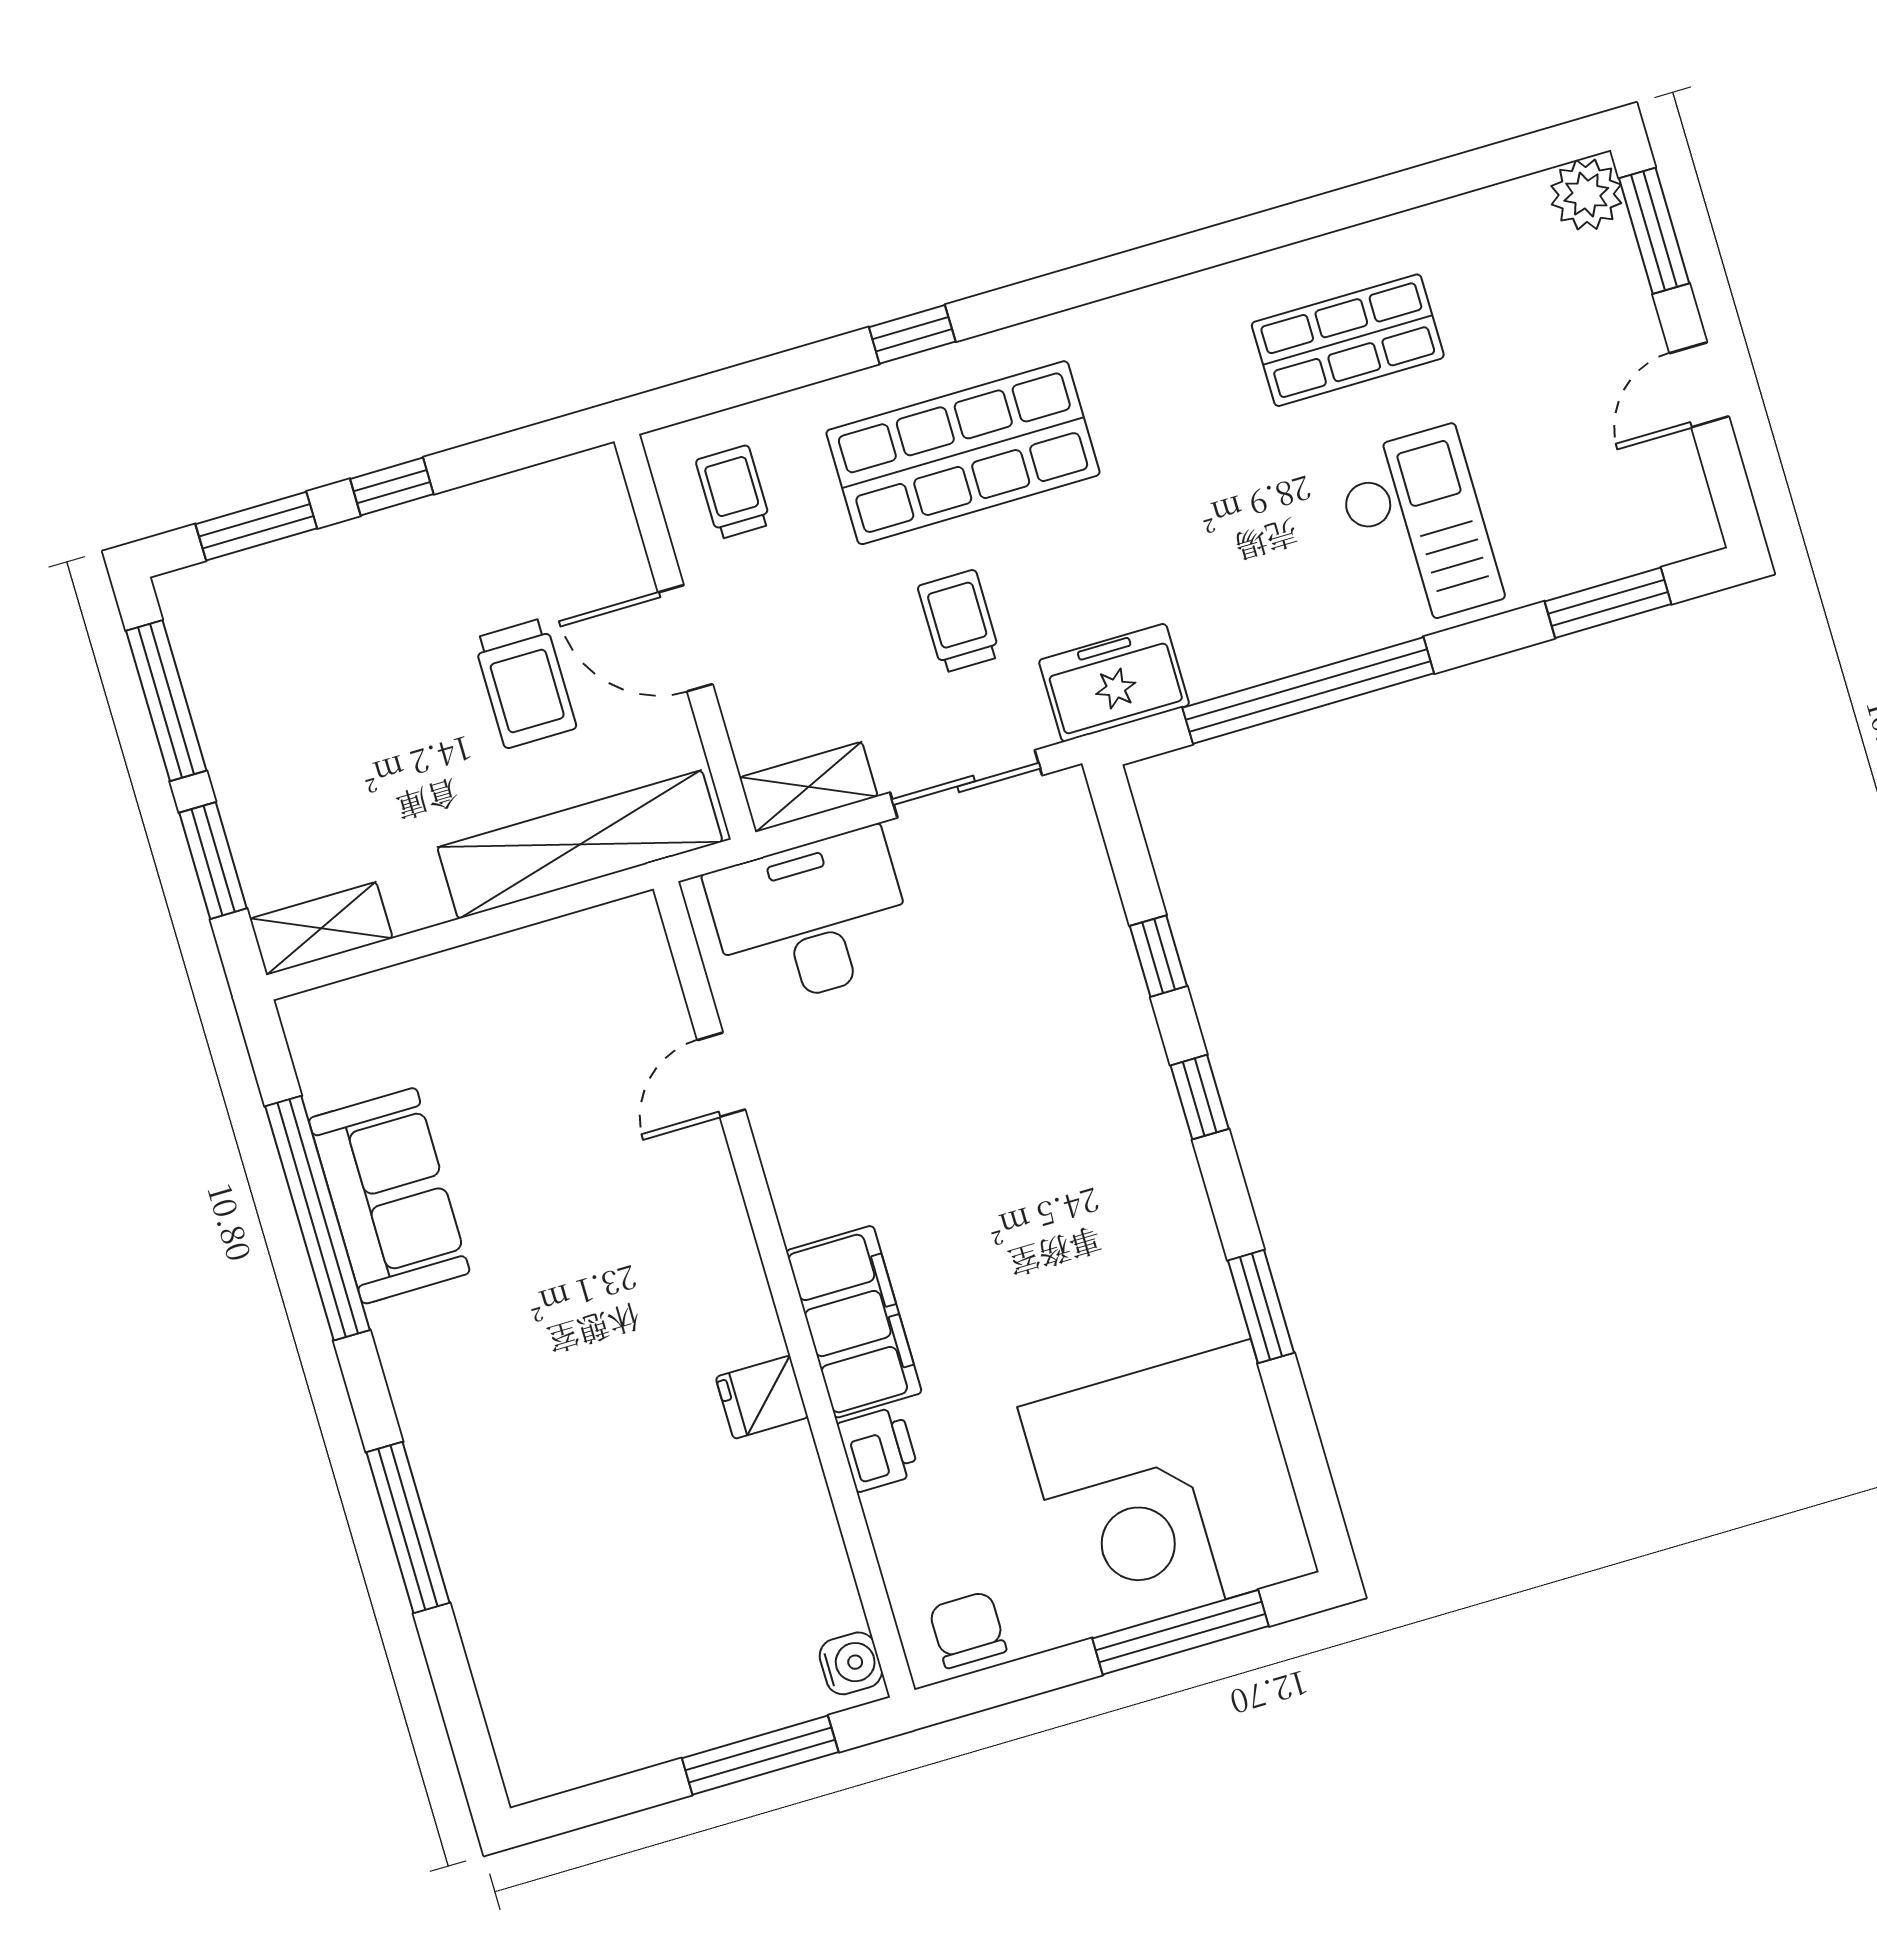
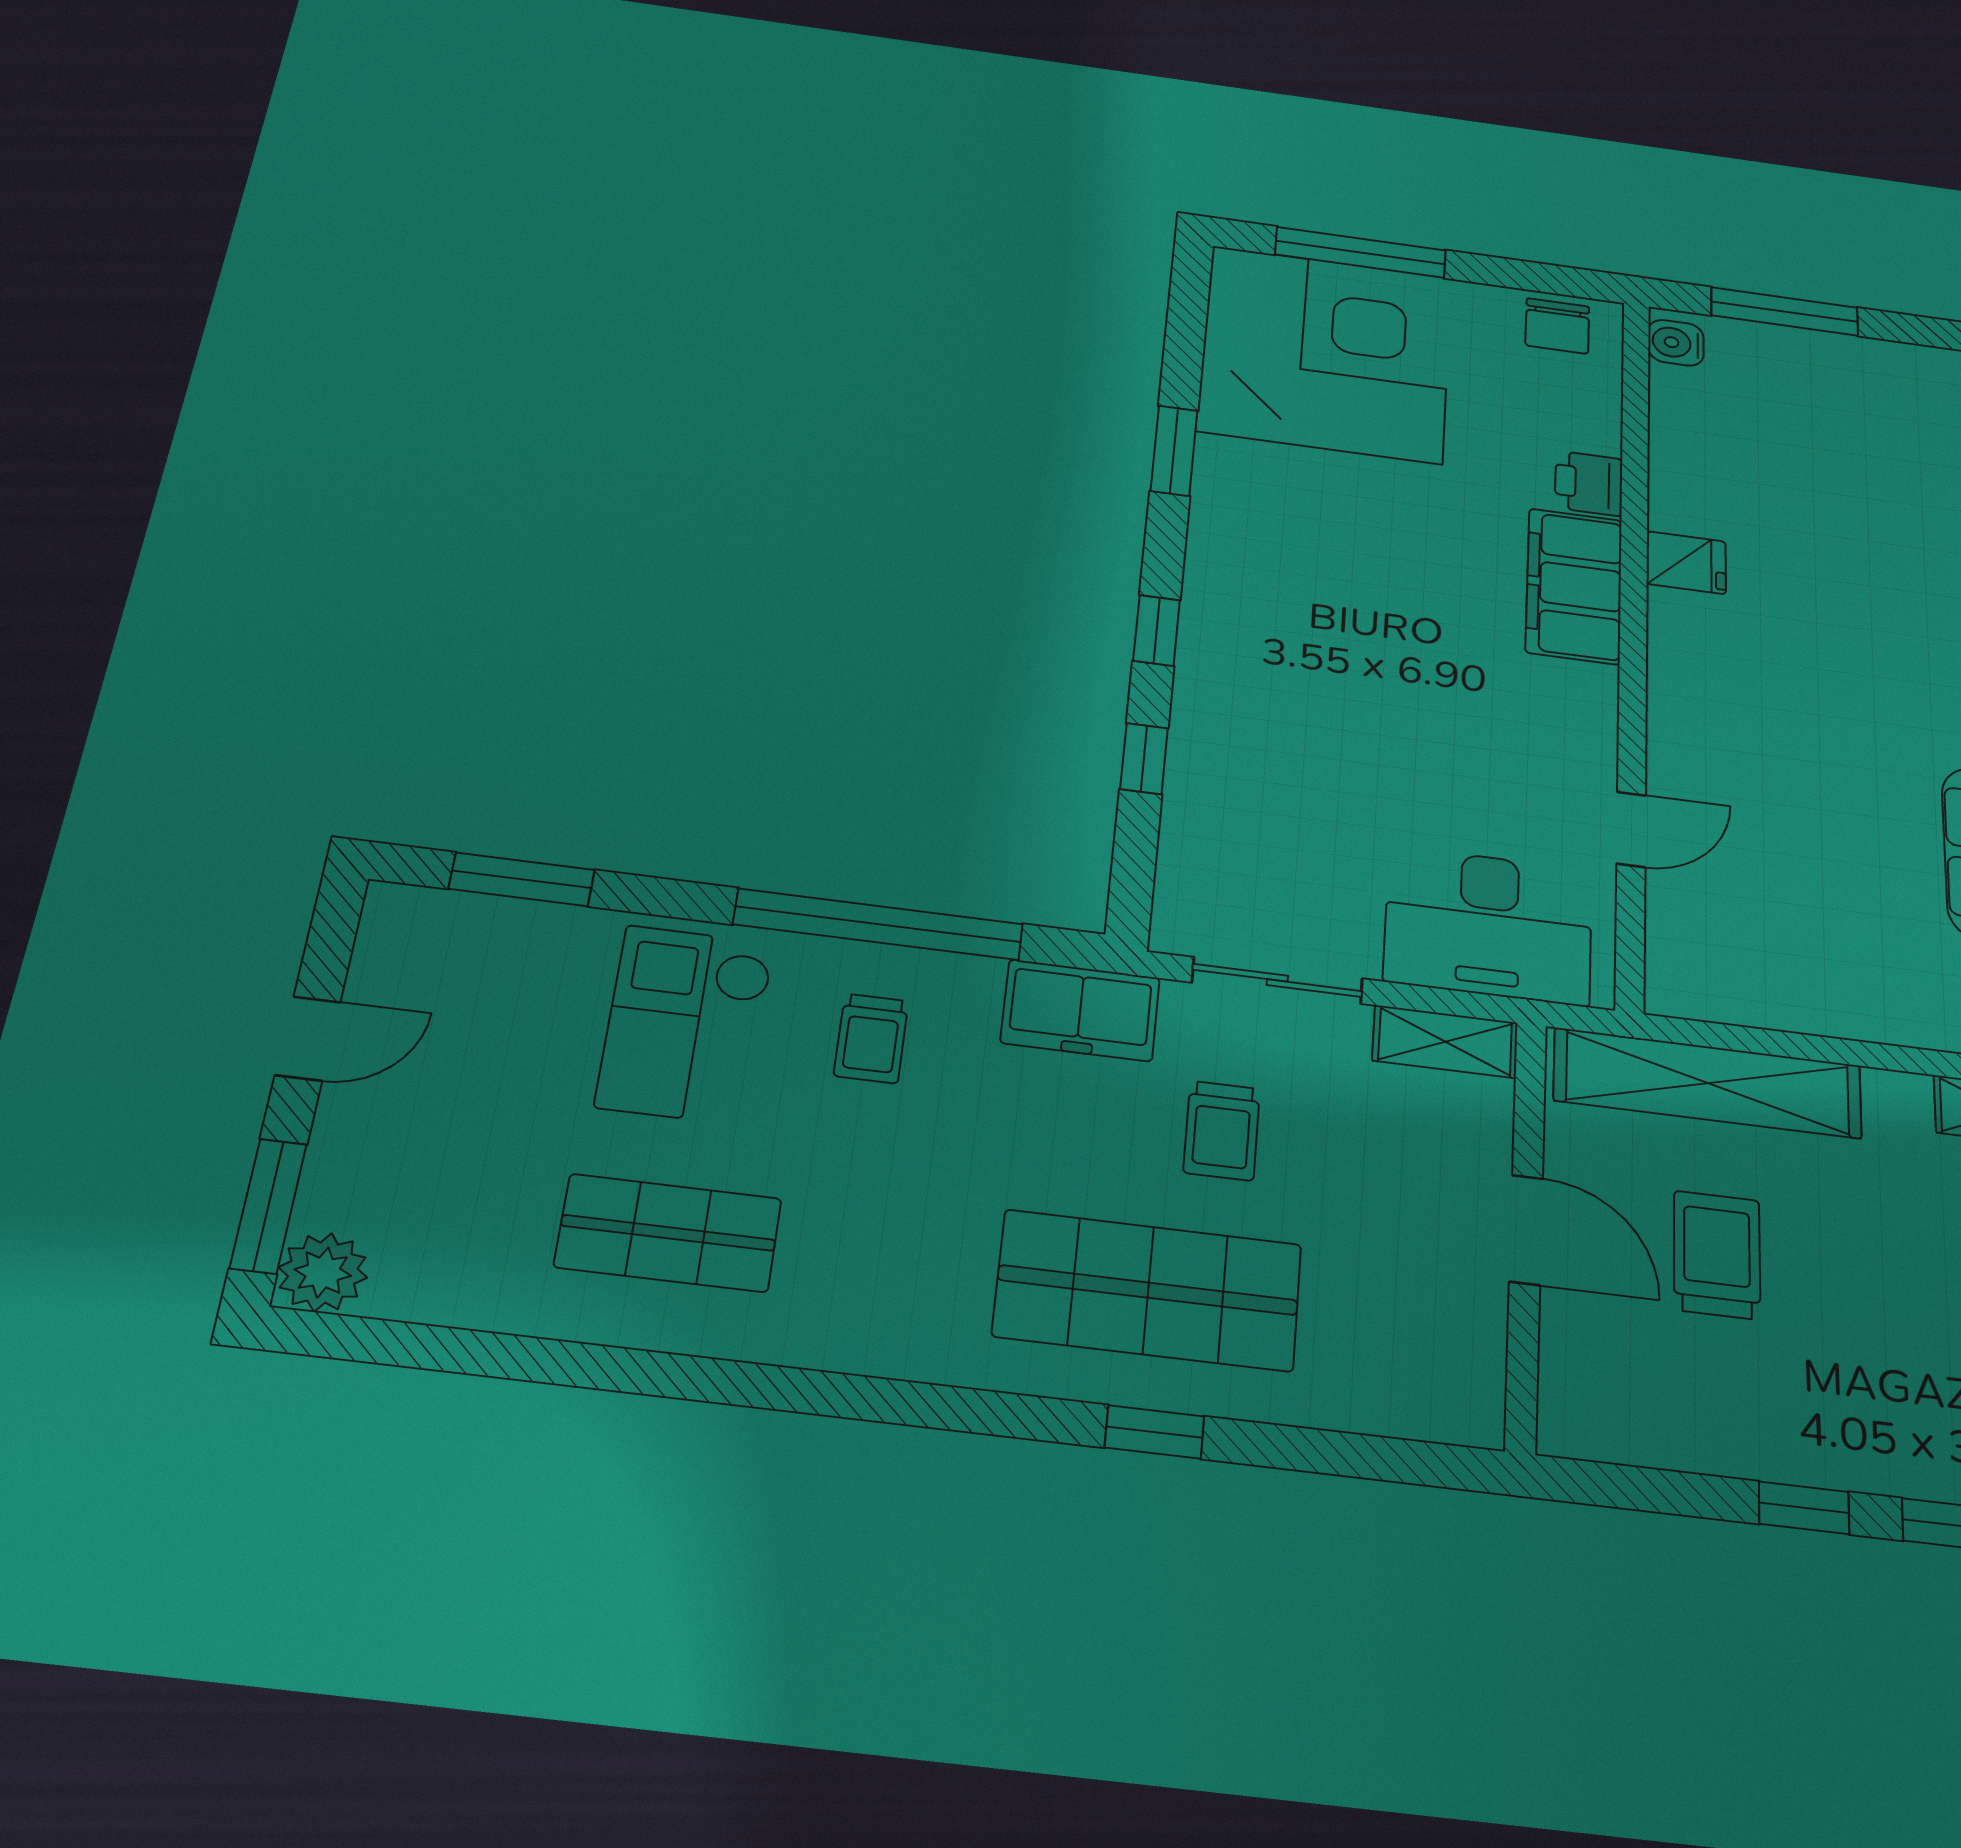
trolley: (733, 492) -> (871, 1038), moved

